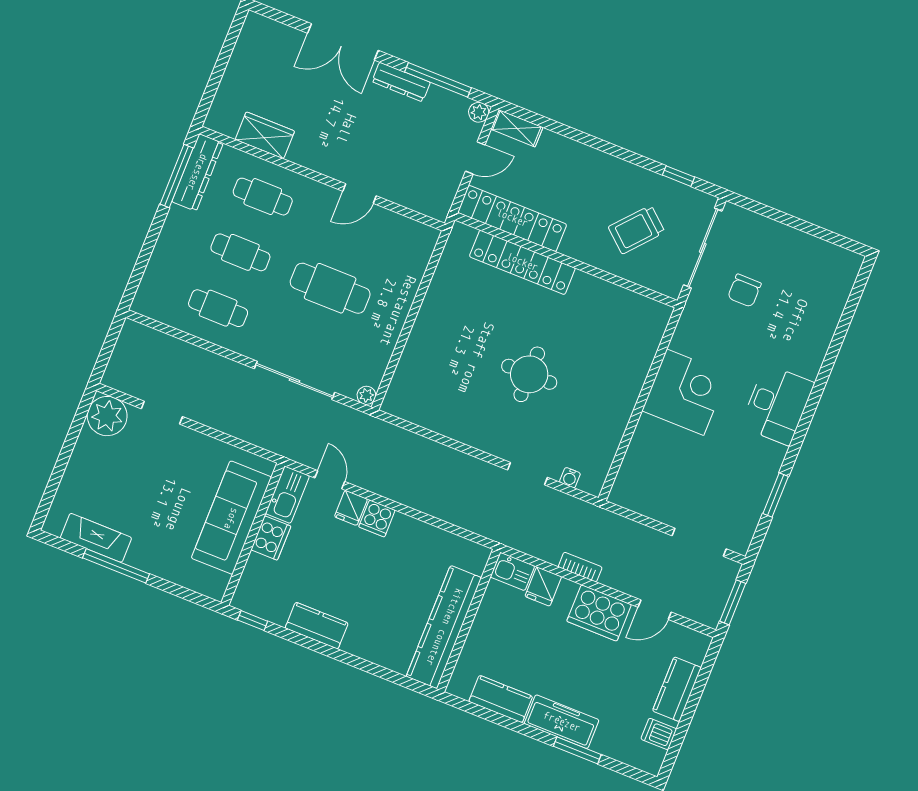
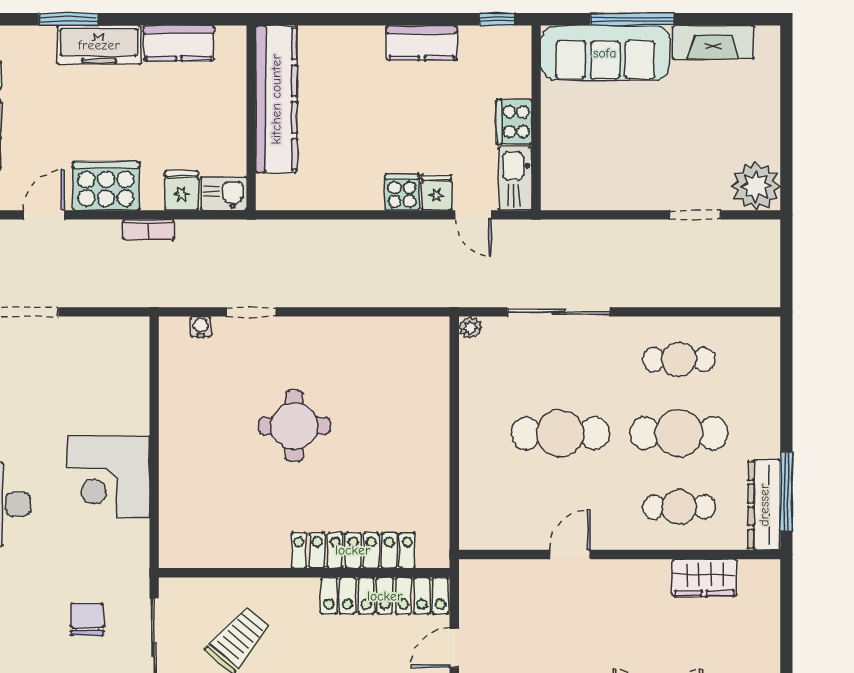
cafe table: (240, 252) -> (679, 433), width x1.37, depth x1.35
sofa: (231, 518) -> (605, 53), moved, turned 90
window: (116, 566) -> (632, 19), moved

